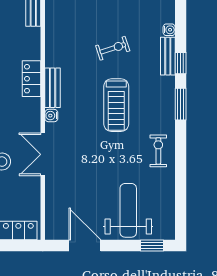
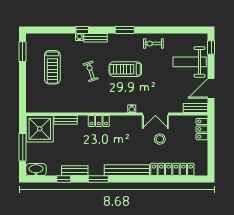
window: (181, 63) -> (82, 30), moved
locker: (31, 79) -> (99, 121), moved
bench: (53, 88) -> (196, 108), moved
treadmill: (116, 105) -> (125, 69), turned 180

